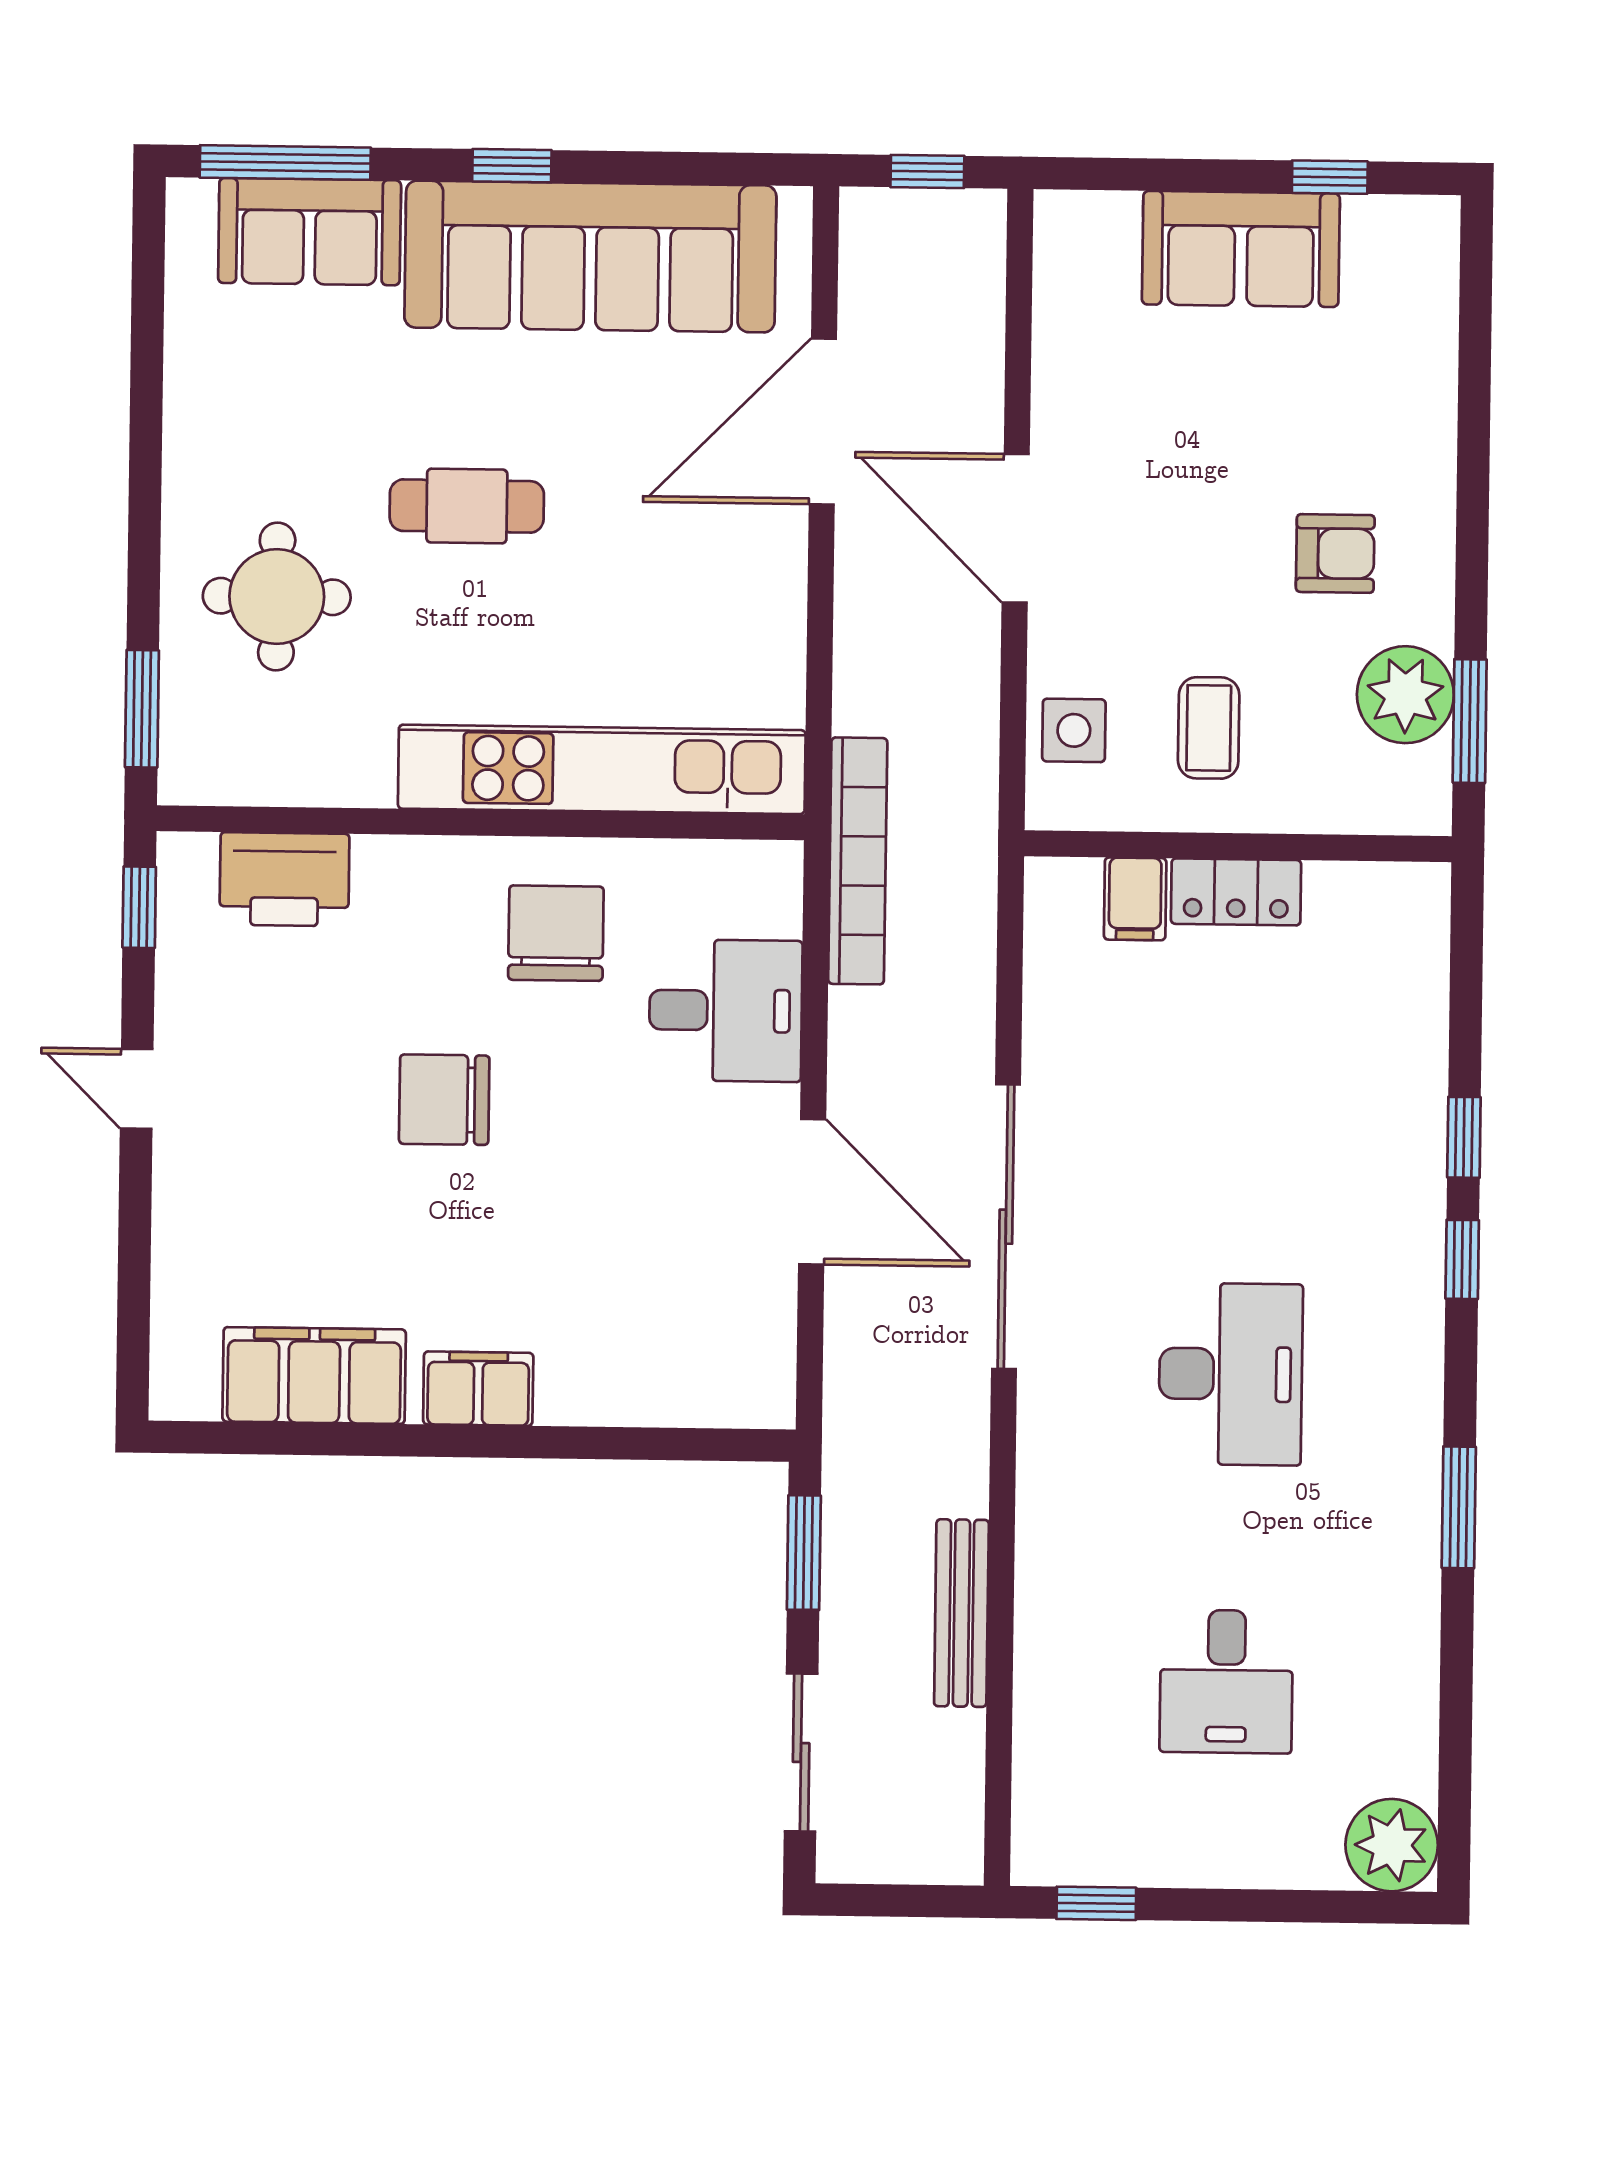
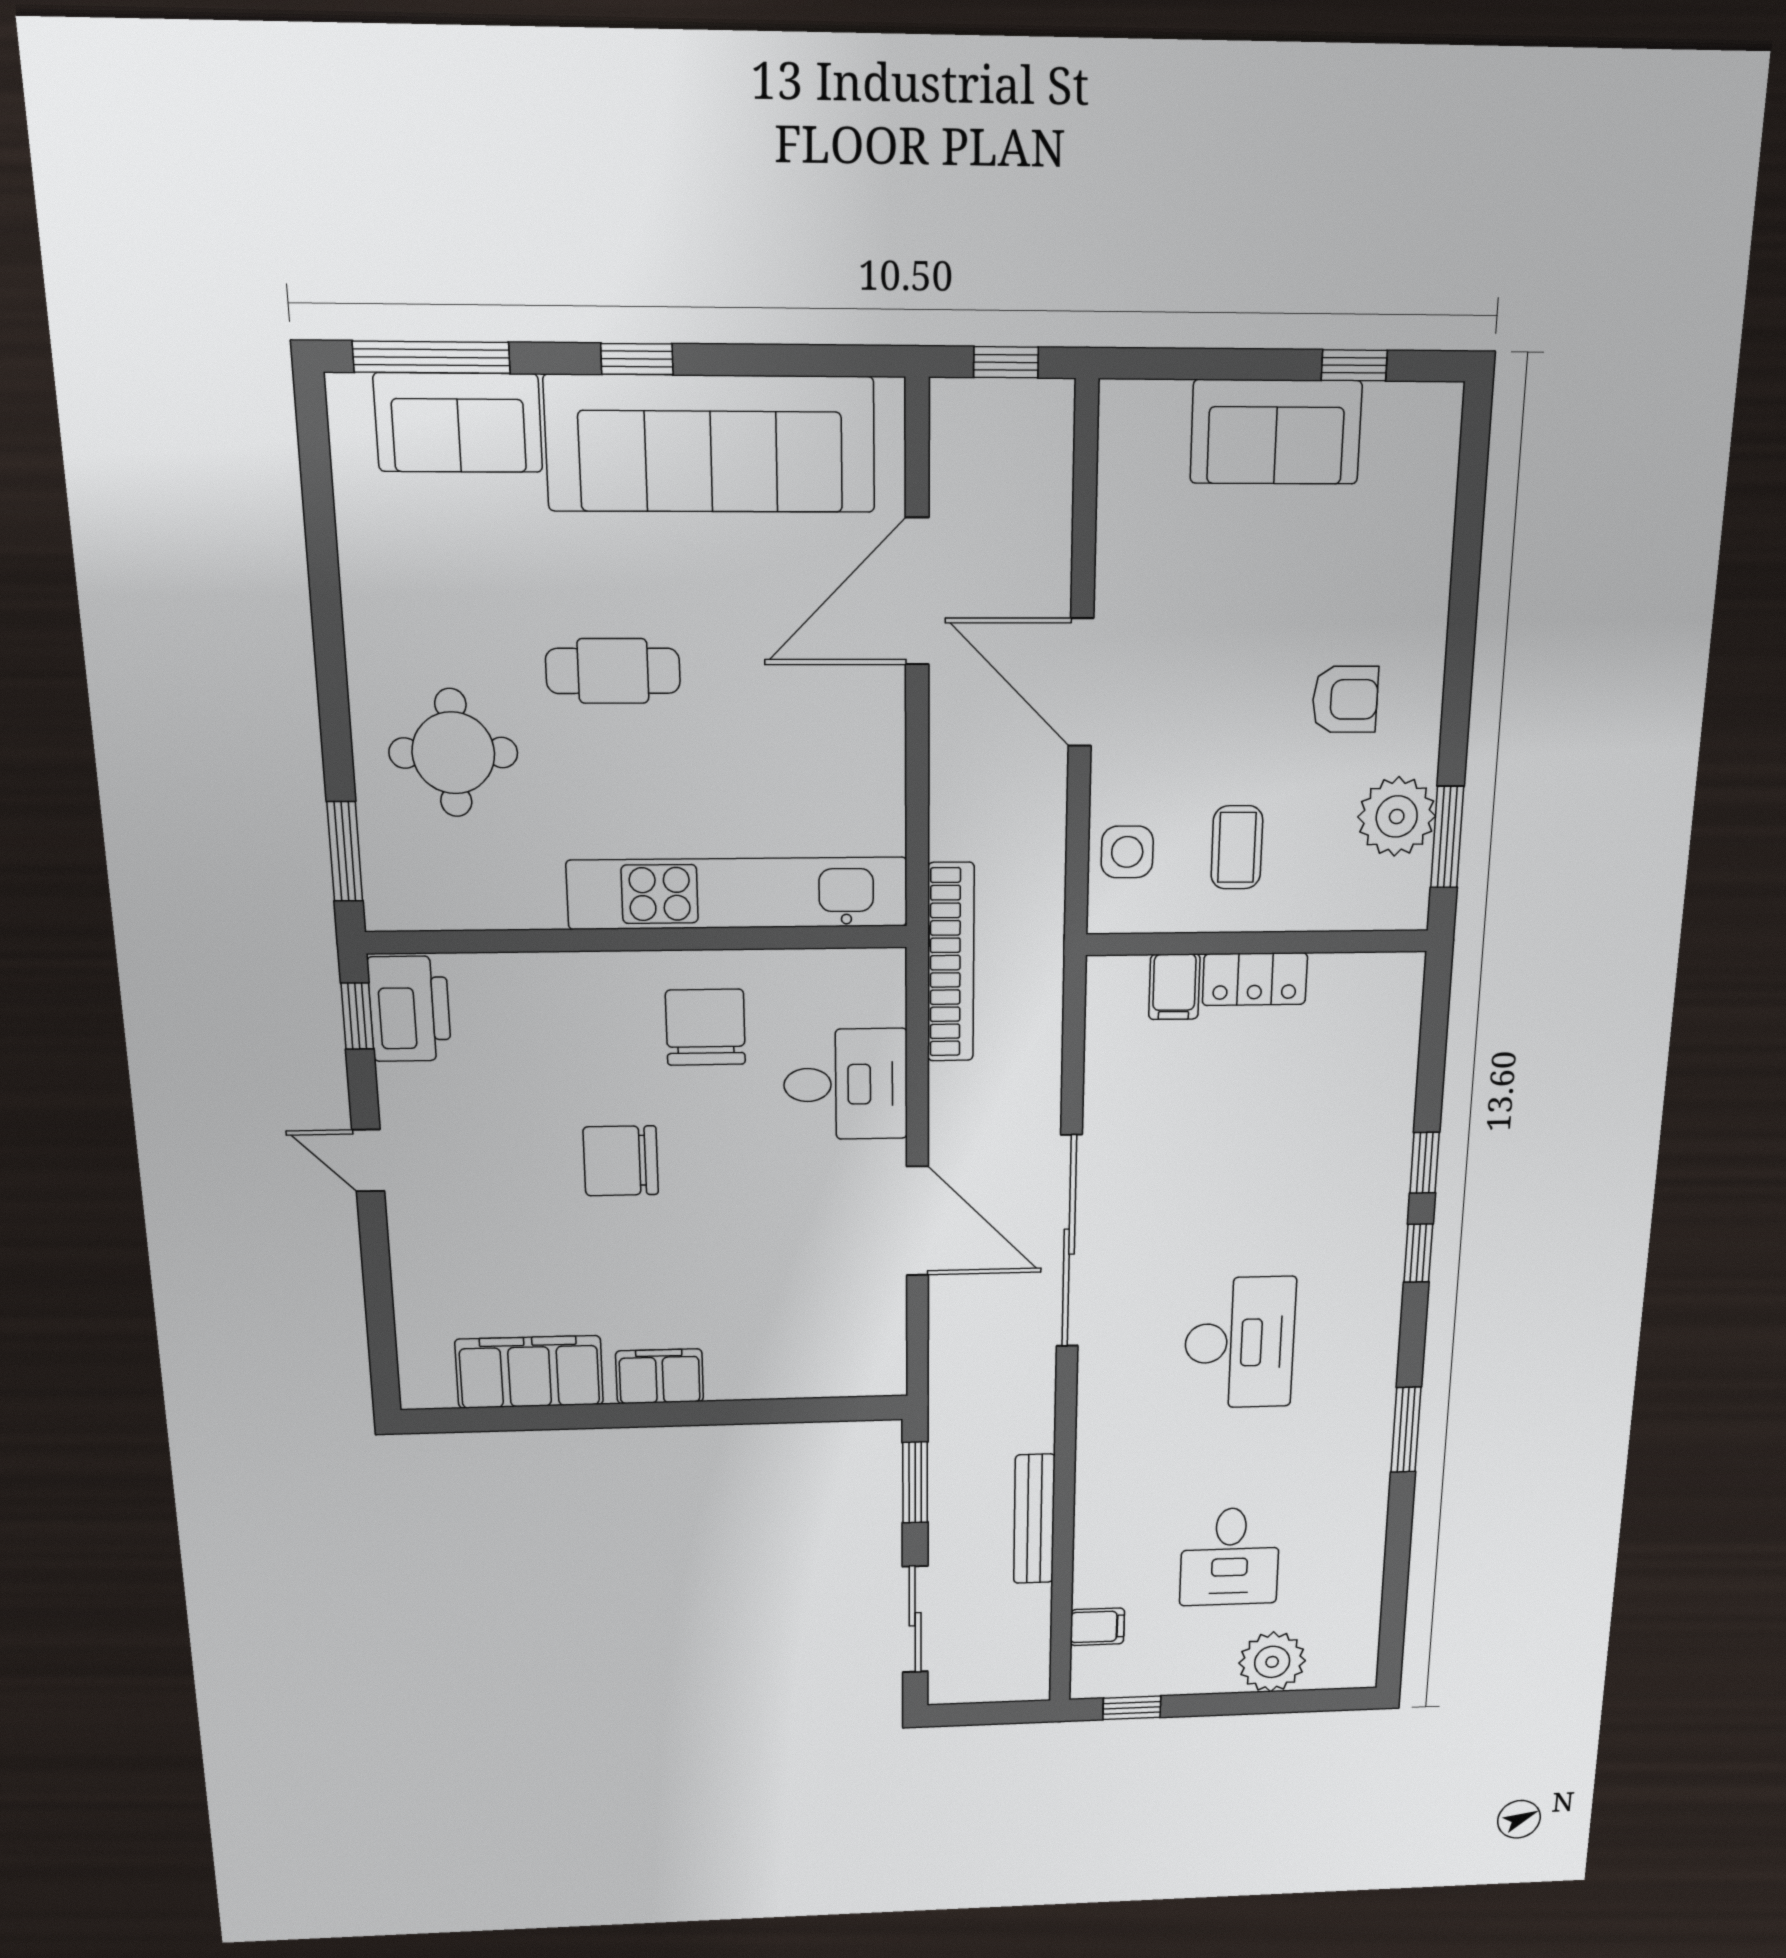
printer: (284, 879) -> (409, 1009), moved, turned -90
filing cabinet: (1047, 1777) -> (1097, 1627), added
plant: (1392, 1845) -> (1272, 1662), moved

